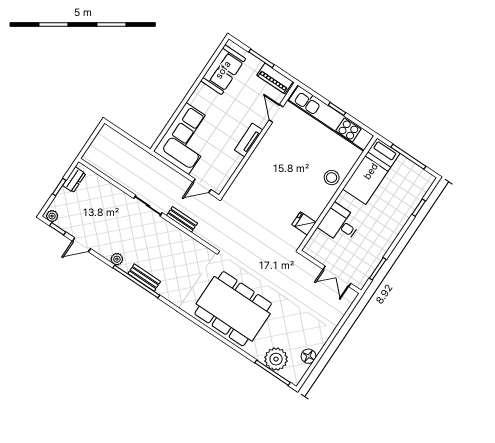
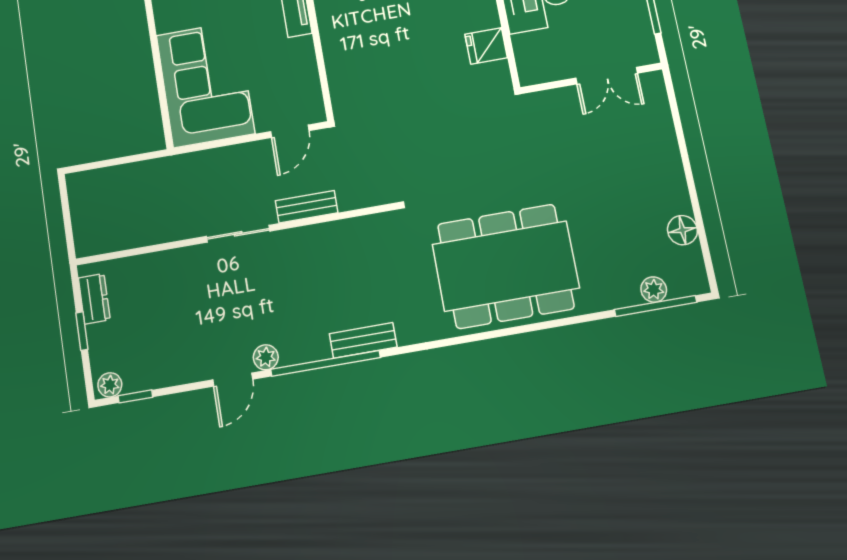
door: (82, 245) -> (233, 380), moved
bench: (144, 278) -> (363, 340), moved
plant: (276, 359) -> (654, 290), width x0.53, depth x0.53

